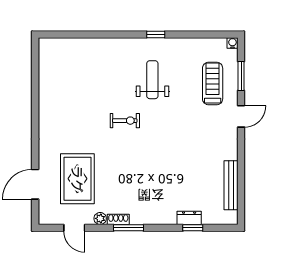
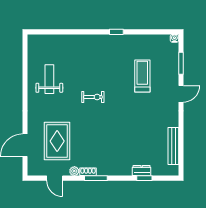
weight bench: (152, 80) -> (49, 79), moved
treadmill: (213, 84) -> (142, 76), moved

